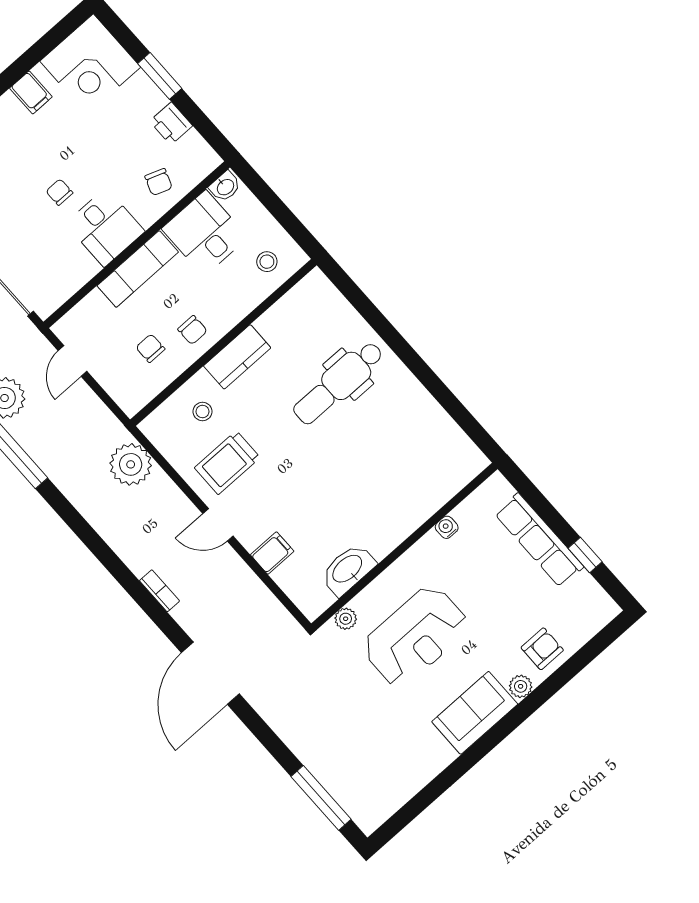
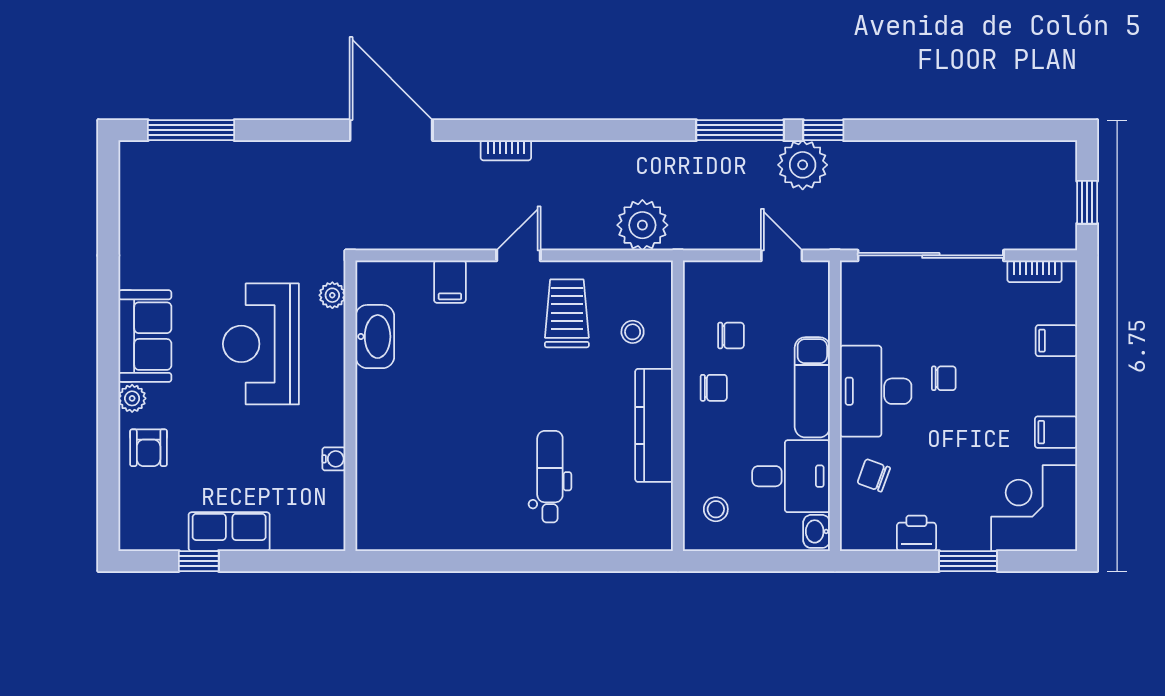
desk: (105, 227) -> (876, 391), width x1.37
chair: (192, 330) -> (714, 388), turned 180
kitchen counter: (237, 357) -> (654, 425), width x1.50
dental chair: (338, 383) -> (550, 477), width x0.73, depth x0.72
row of seats: (539, 540) -> (229, 532), width x0.68

